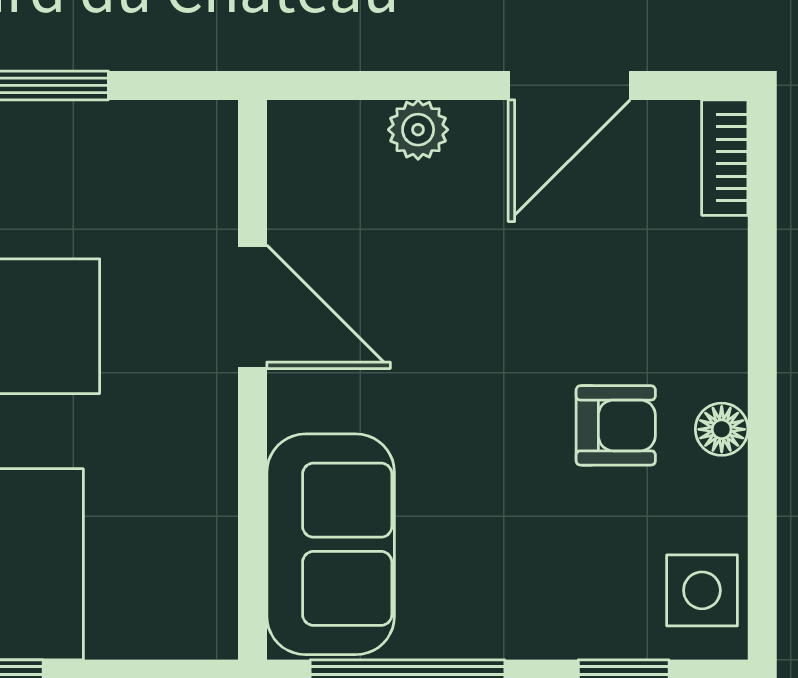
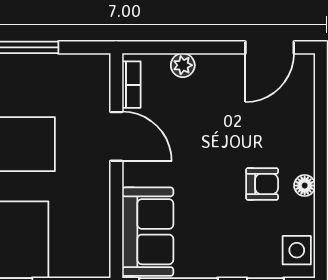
door: (569, 85) -> (270, 47), moved
bookcase: (725, 158) -> (131, 85), moved, turned 180

